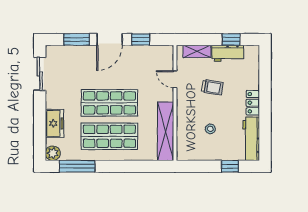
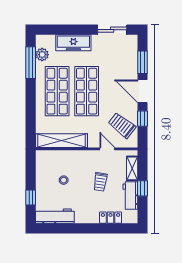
window: (231, 39) -> (142, 188), moved
trolley: (148, 63) -> (122, 125), added
door: (175, 79) -> (107, 149), hinge flipped
locker: (253, 103) -> (111, 218), moved
freezer: (55, 123) -> (73, 43), width x1.40
plant: (53, 153) -> (42, 55), moved

